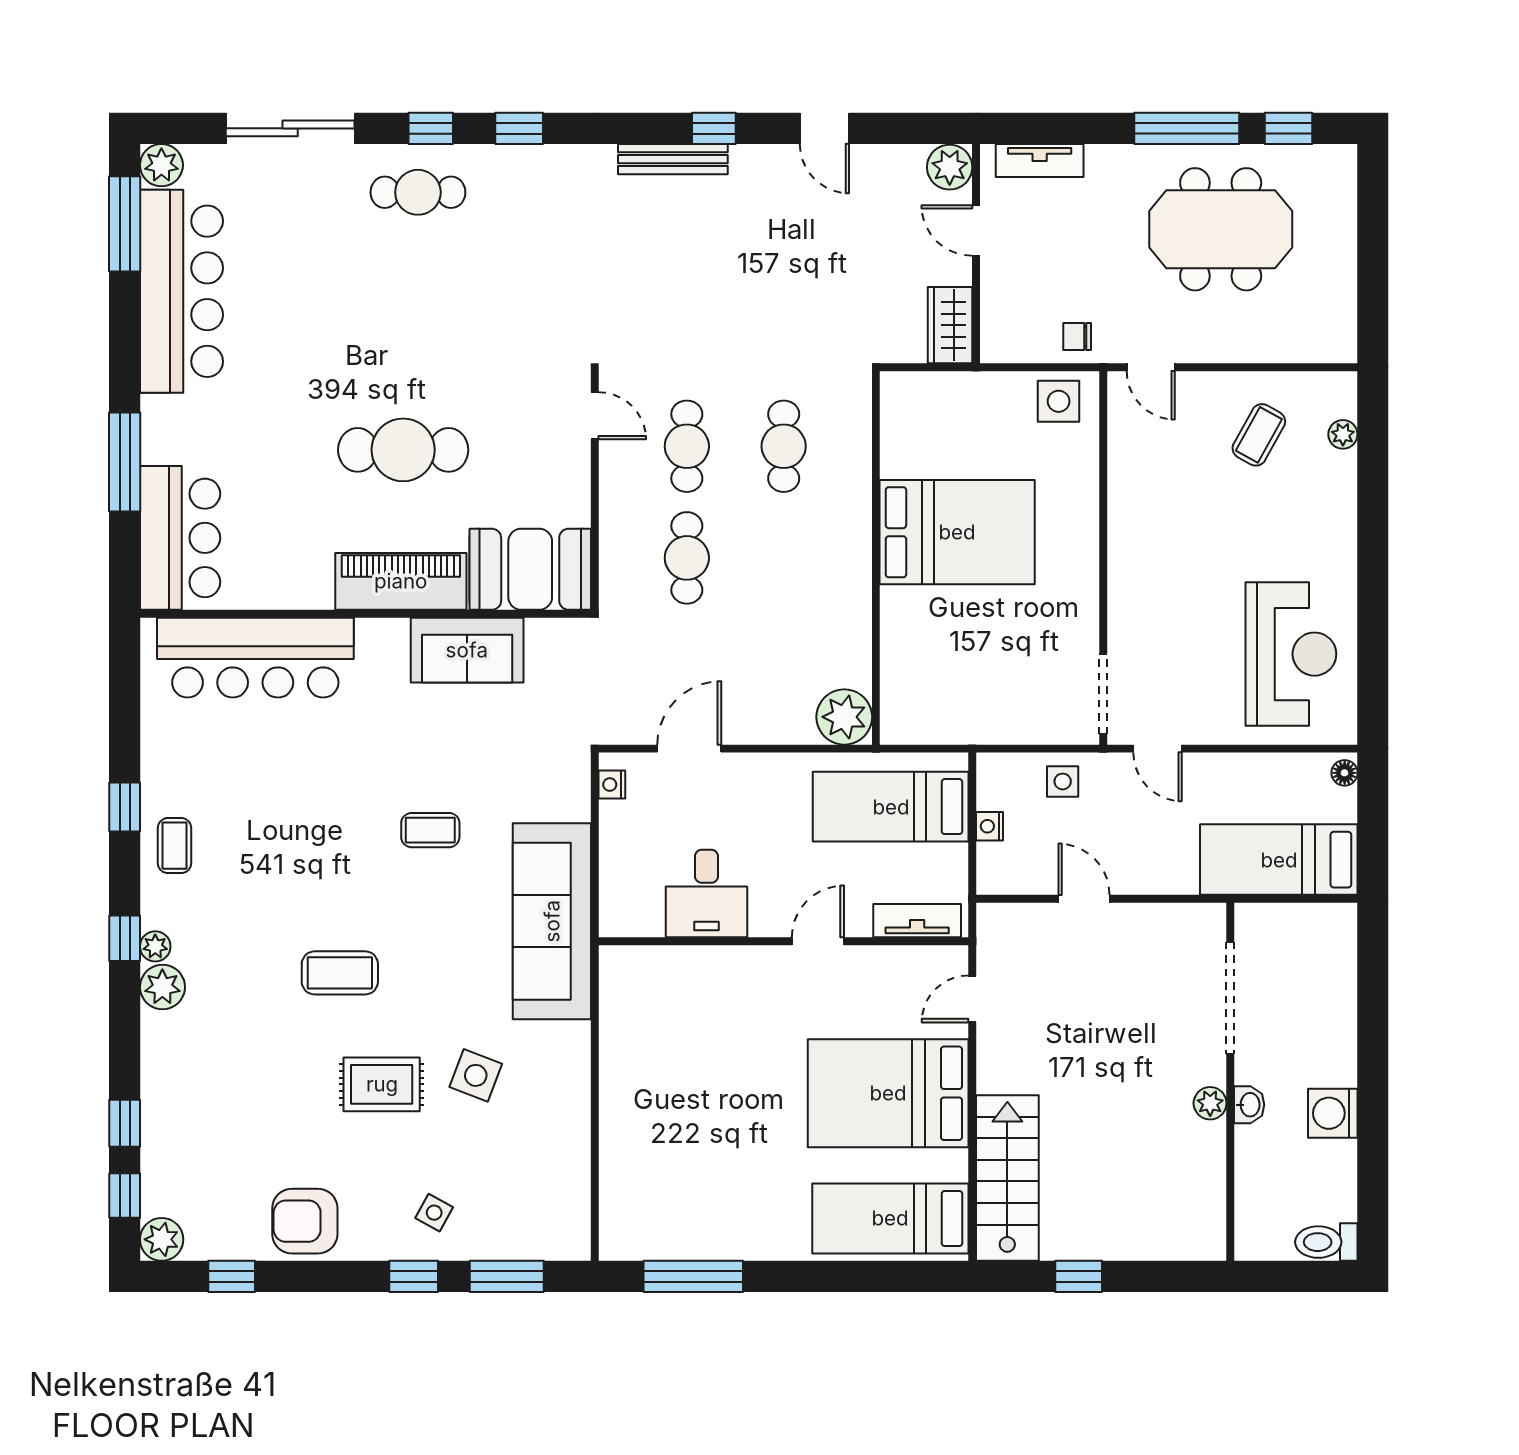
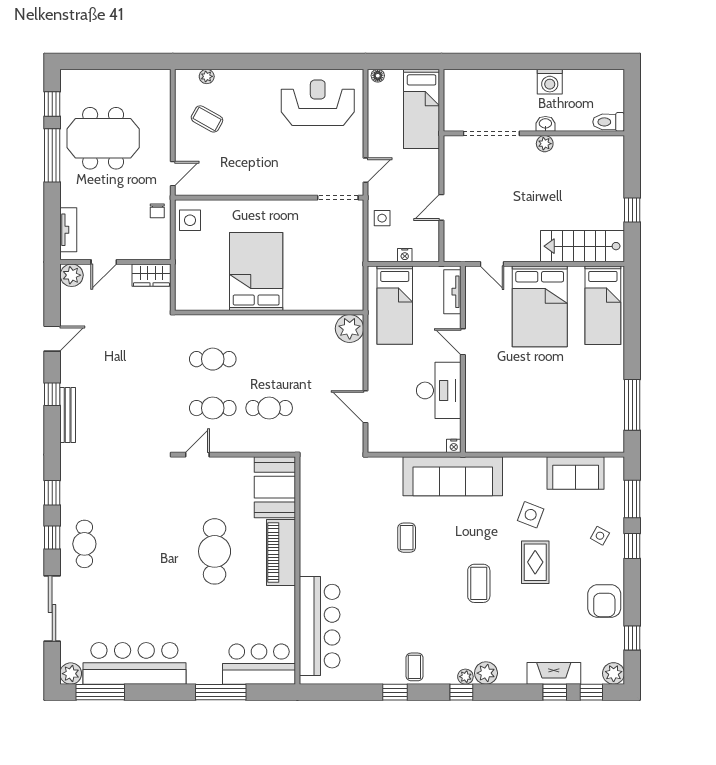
meeting table: (1221, 229) -> (103, 138), turned 90
sofa: (467, 650) -> (576, 473), moved, turned 90
nightstand: (612, 785) -> (454, 446), moved
coffee table: (174, 846) -> (414, 667), turned 90
desk: (707, 894) -> (439, 390), width x1.37
fireplace: (162, 1121) -> (554, 673), added
toilet: (1326, 1242) -> (609, 122), moved, turned 90

